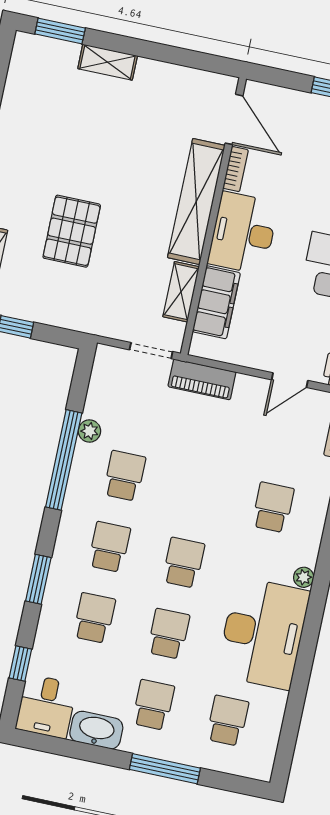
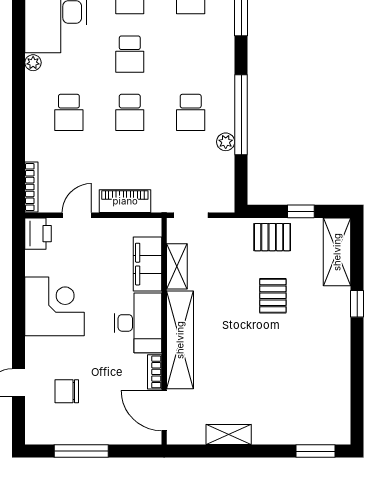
shelving: (108, 62) -> (229, 434), moved
pallet: (72, 231) -> (273, 296), width x0.67, depth x0.71
pallet: (57, 303) -> (272, 237), added
piano: (202, 379) -> (125, 201), moved
school desk: (109, 547) -> (130, 112), moved

